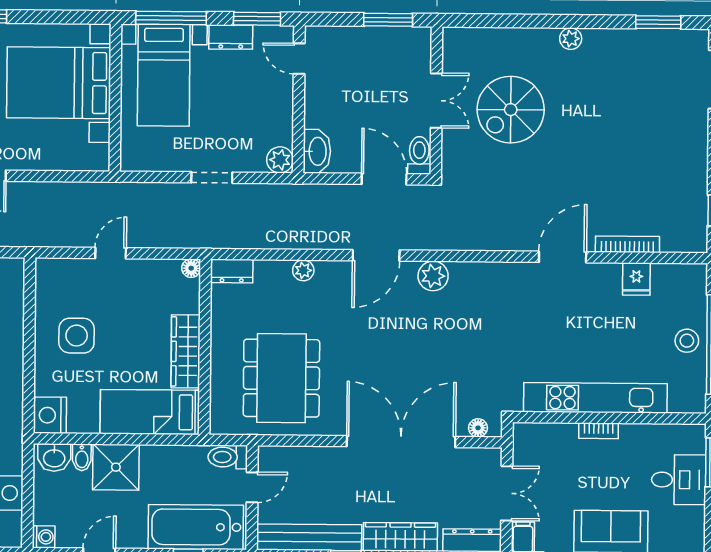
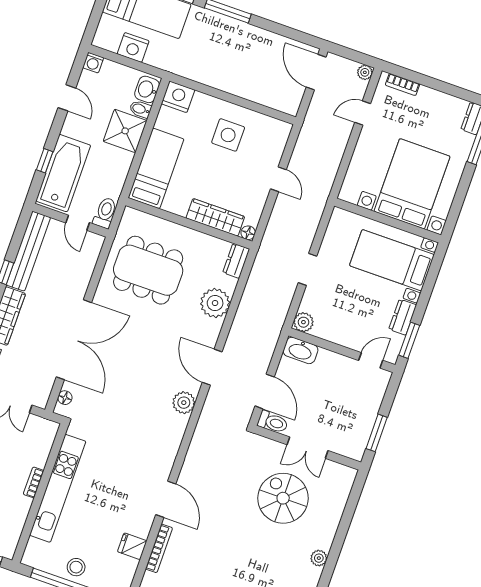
window: (171, 18) -> (431, 279), removed
door: (384, 179) -> (265, 391), hinge flipped
plant: (303, 270) -> (215, 303), width x1.88, depth x1.88
wardrobe: (186, 351) -> (215, 217), moved

